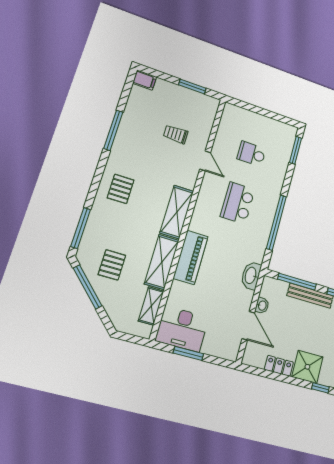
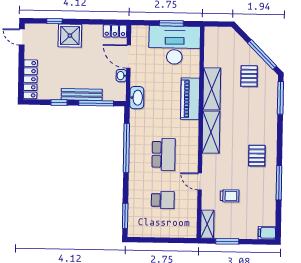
pallet: (121, 189) -> (257, 156), moved
shelving: (151, 306) -> (207, 224), moved
desk: (182, 329) -> (175, 45), width x1.36, depth x1.30
locker: (279, 366) -> (115, 31), moved

